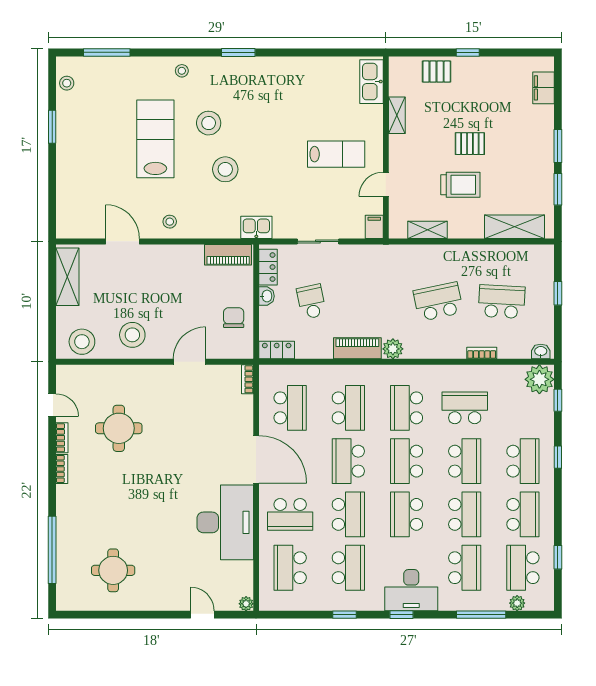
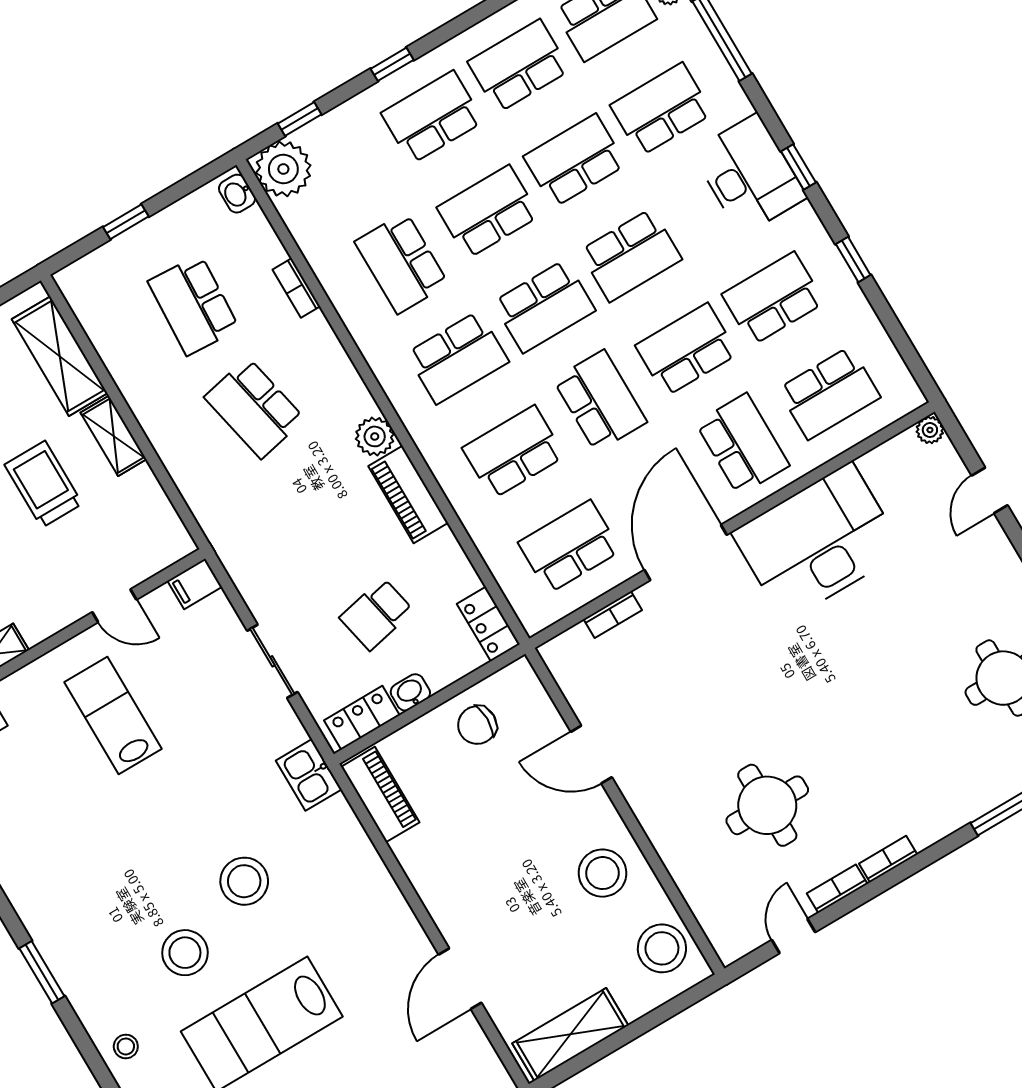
stool: (170, 222) -> (383, 921), removed
shelving: (428, 230) -> (114, 436), moved
bookcase: (247, 379) -> (613, 615), moved
school desk: (348, 461) -> (600, 401), turned -90

